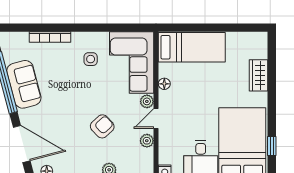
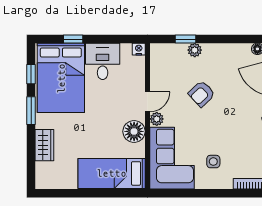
floor lamp: (164, 84) -> (134, 131), width x1.89, depth x1.89
window: (272, 110) -> (31, 111), added
plant: (147, 141) -> (157, 79), removed

